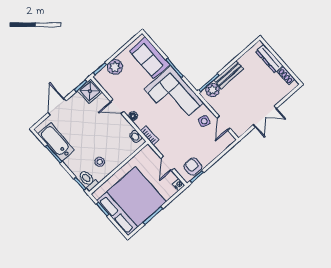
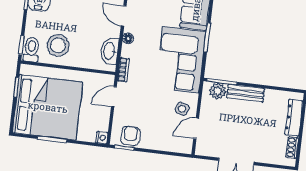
washbasin: (136, 136) -> (110, 51), width x1.91, depth x1.45
stool: (100, 162) -> (58, 45), width x1.89, depth x1.89
door: (167, 163) -> (114, 97), moved

